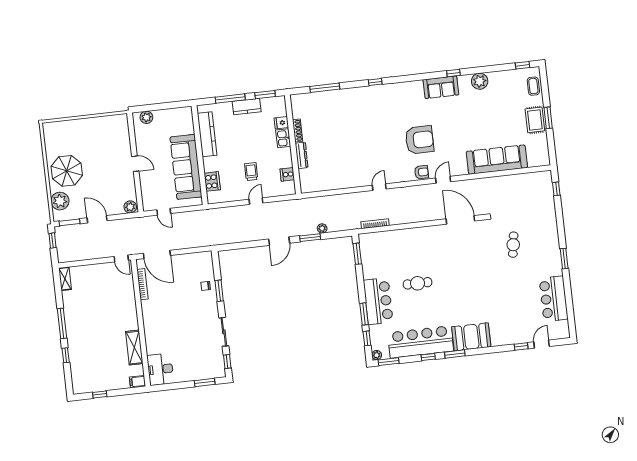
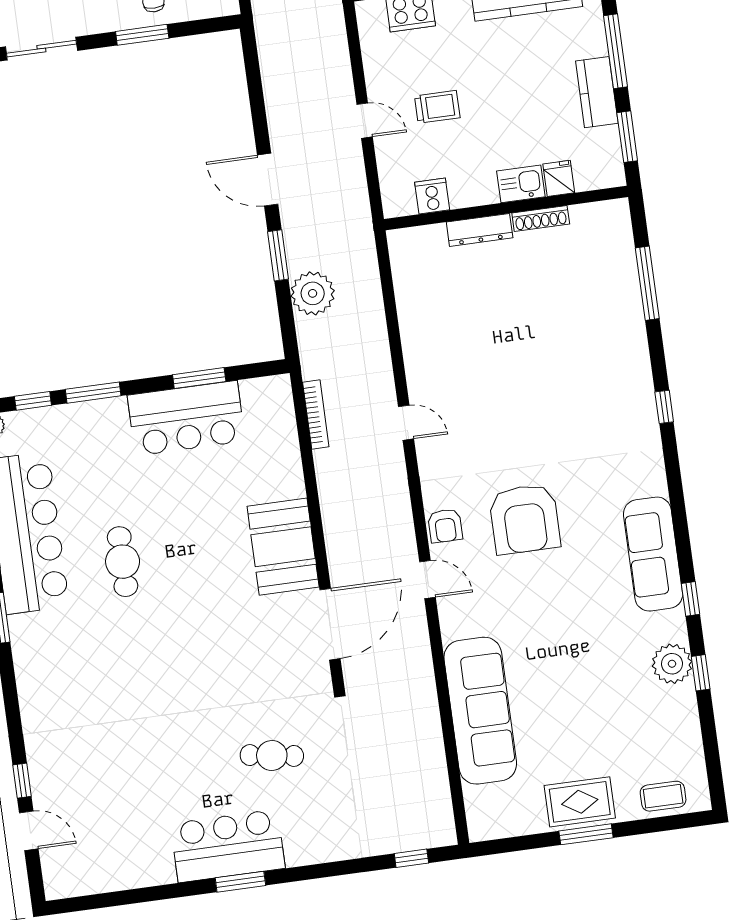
window: (523, 65) -> (701, 673), moved
sofa: (441, 87) -> (653, 554), width x1.36
plant: (322, 228) -> (313, 293), width x1.88, depth x1.88
window: (357, 254) -> (199, 378), moved
cafe table: (418, 283) -> (123, 562), moved
bar counter: (554, 299) -> (228, 846), moved
bar counter: (378, 301) -> (186, 418), moved
booth: (471, 337) -> (283, 547), moved

